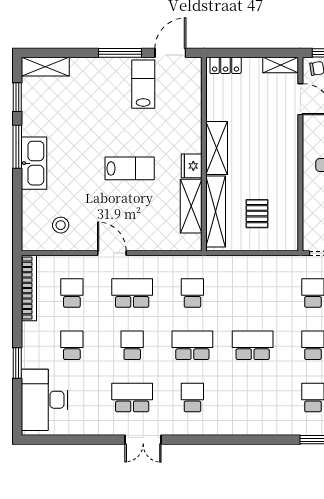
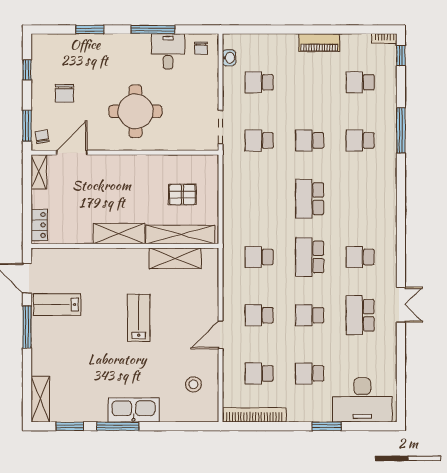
fridge: (192, 166) -> (136, 258), removed
school desk: (132, 293) -> (259, 315), width x0.54

